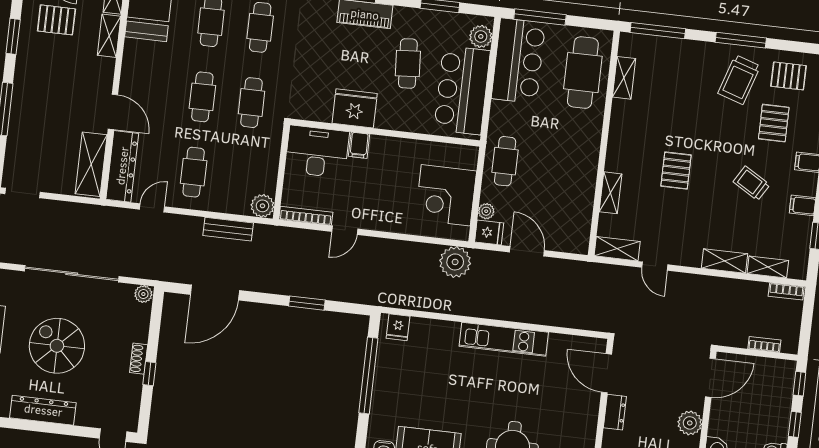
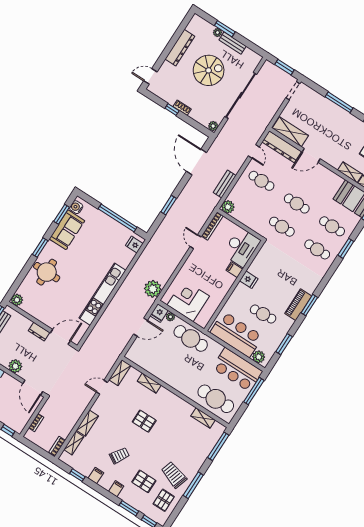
fridge: (355, 108) -> (249, 280), width x0.53, depth x0.75
cafe table: (505, 161) -> (191, 338), width x1.37, depth x1.35
kitchen unit: (504, 339) -> (102, 294), width x1.36

